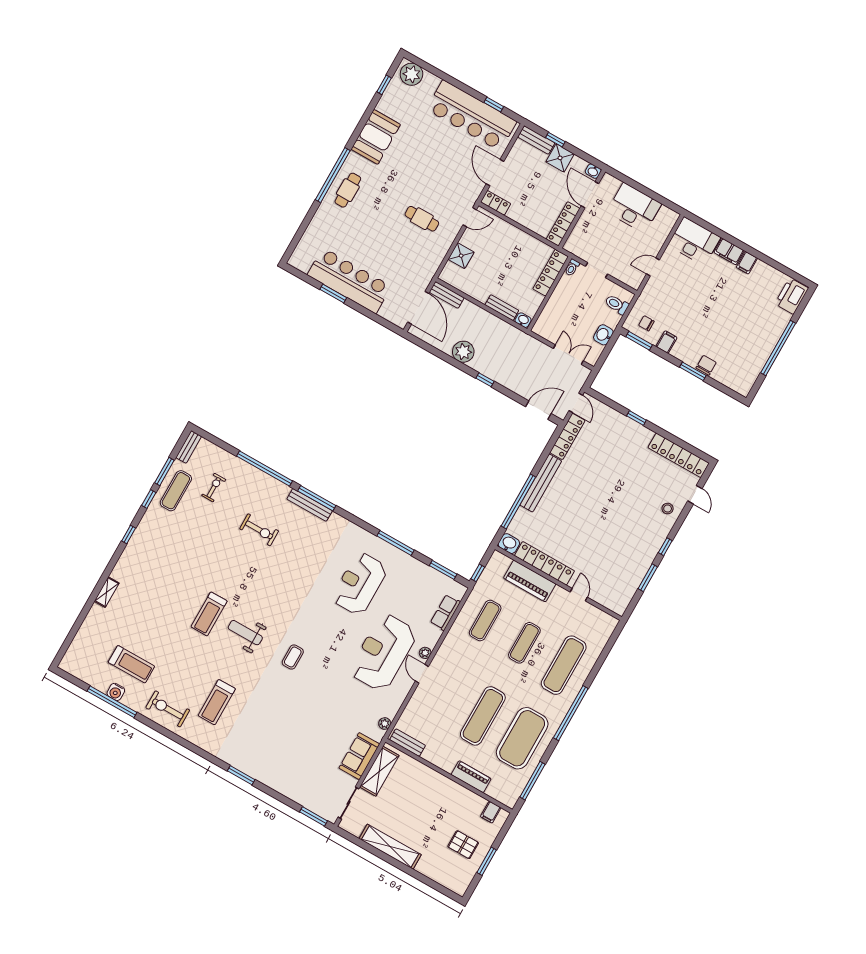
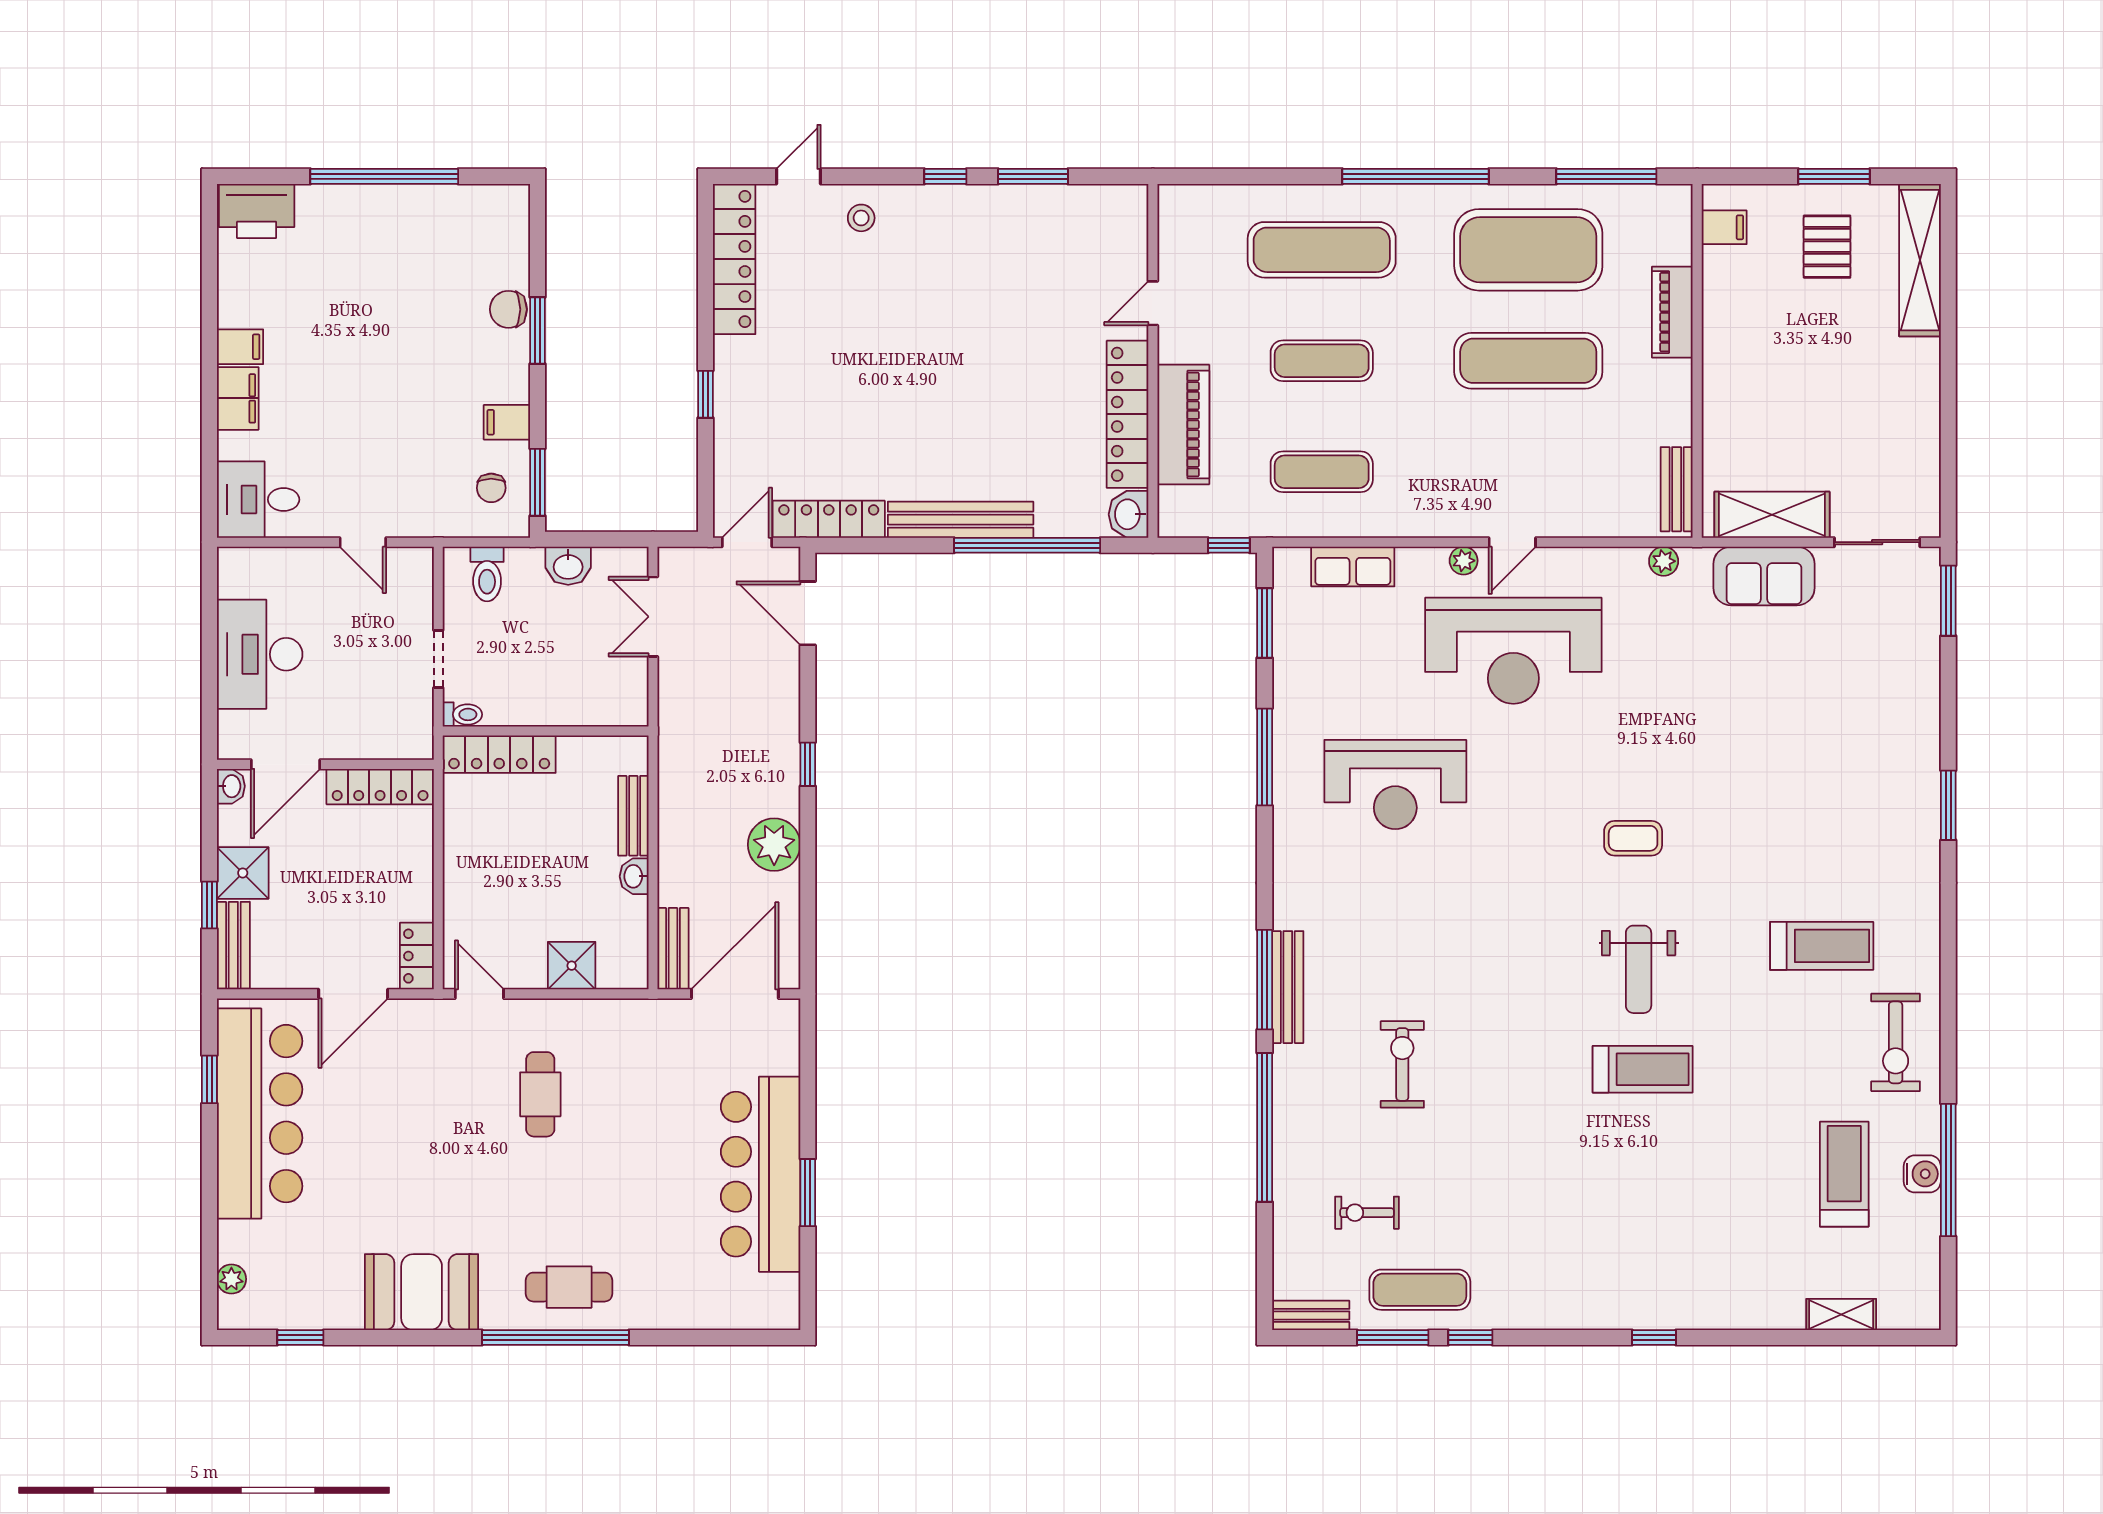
plant: (411, 74) -> (231, 1279), width x0.53, depth x0.53
desk: (694, 241) -> (258, 500), width x0.73
washbasin: (523, 320) -> (634, 876), moved
window: (129, 534) -> (1654, 1338), moved
shelving: (107, 592) -> (1841, 1314), moved
shelving: (390, 847) -> (1920, 260), moved

